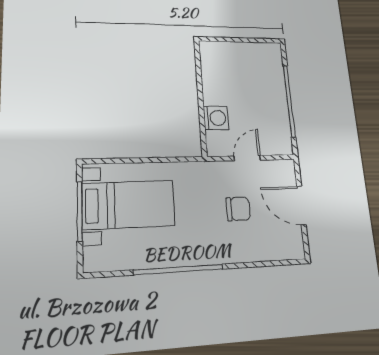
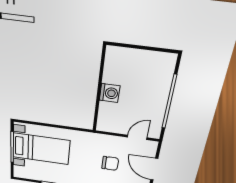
washing machine: (216, 118) -> (110, 93), moved
door: (247, 158) -> (137, 137), moved

